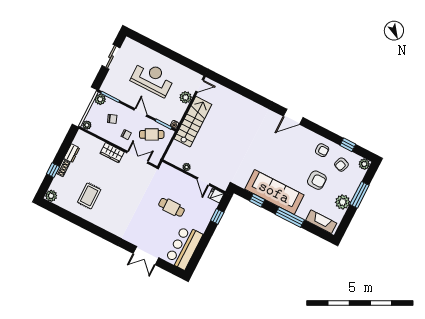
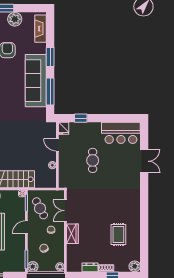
door: (203, 181) -> (57, 145), swing flipped
rug: (89, 196) -> (118, 234), turned 90
window: (257, 200) -> (50, 92), width x2.17
window: (290, 217) -> (50, 57), width x0.69

